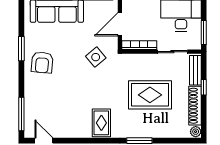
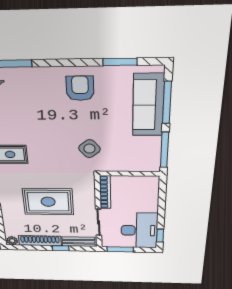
door: (120, 24) -> (130, 174), removed
window: (21, 49) -> (120, 62), moved
armchair: (42, 62) -> (80, 88), turned 85
rug: (150, 95) -> (48, 202), turned 90

